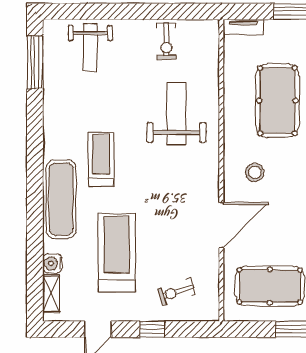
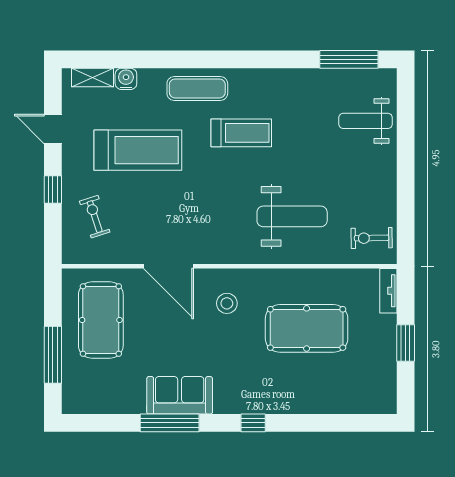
exercise bike: (166, 41) -> (372, 238), moved
exercise mat: (61, 199) -> (197, 88), width x0.73, depth x0.69

